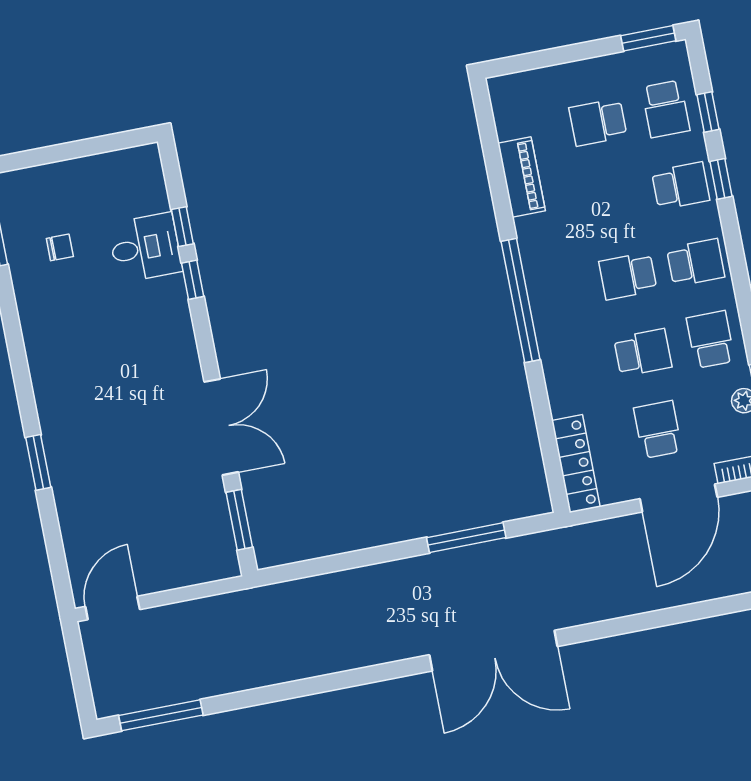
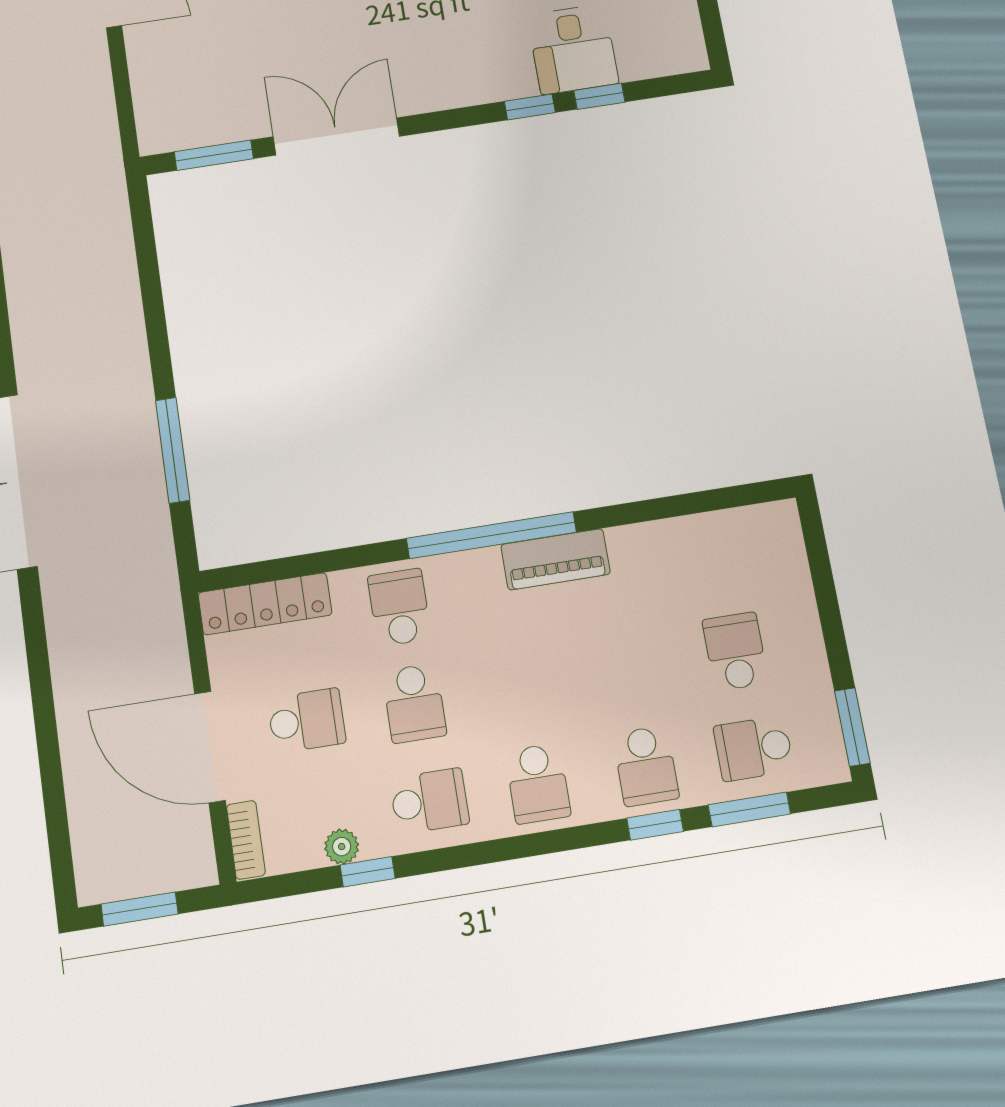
window: (708, 112) -> (749, 809), width x1.50
piano: (522, 177) -> (556, 559), moved
school desk: (628, 276) -> (399, 607), moved
double door: (221, 427) -> (336, 137), swing flipped

